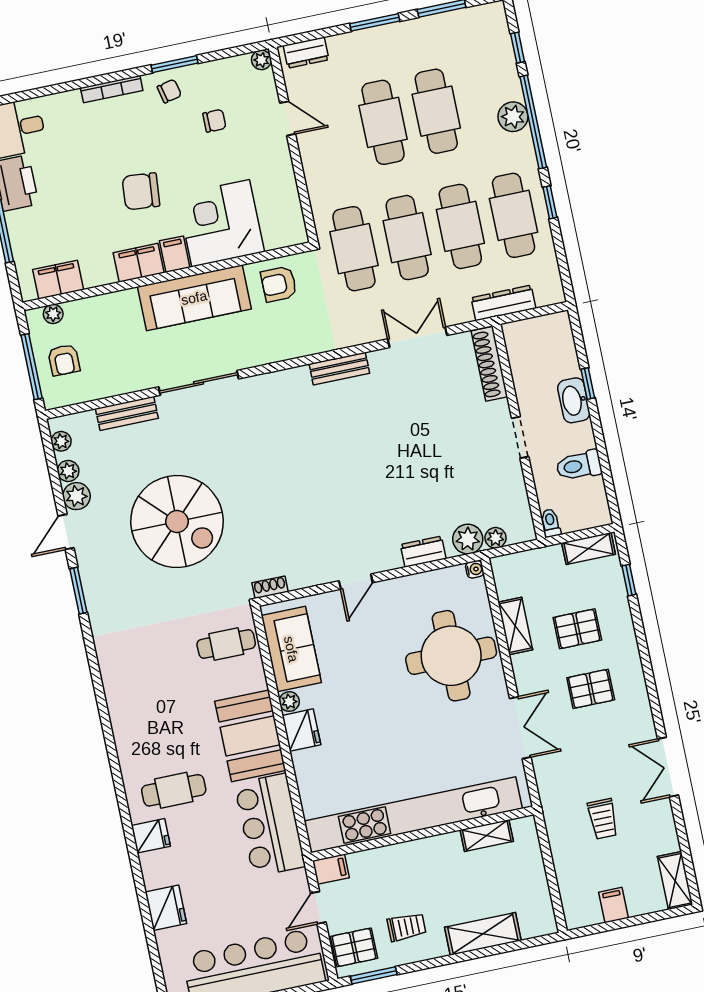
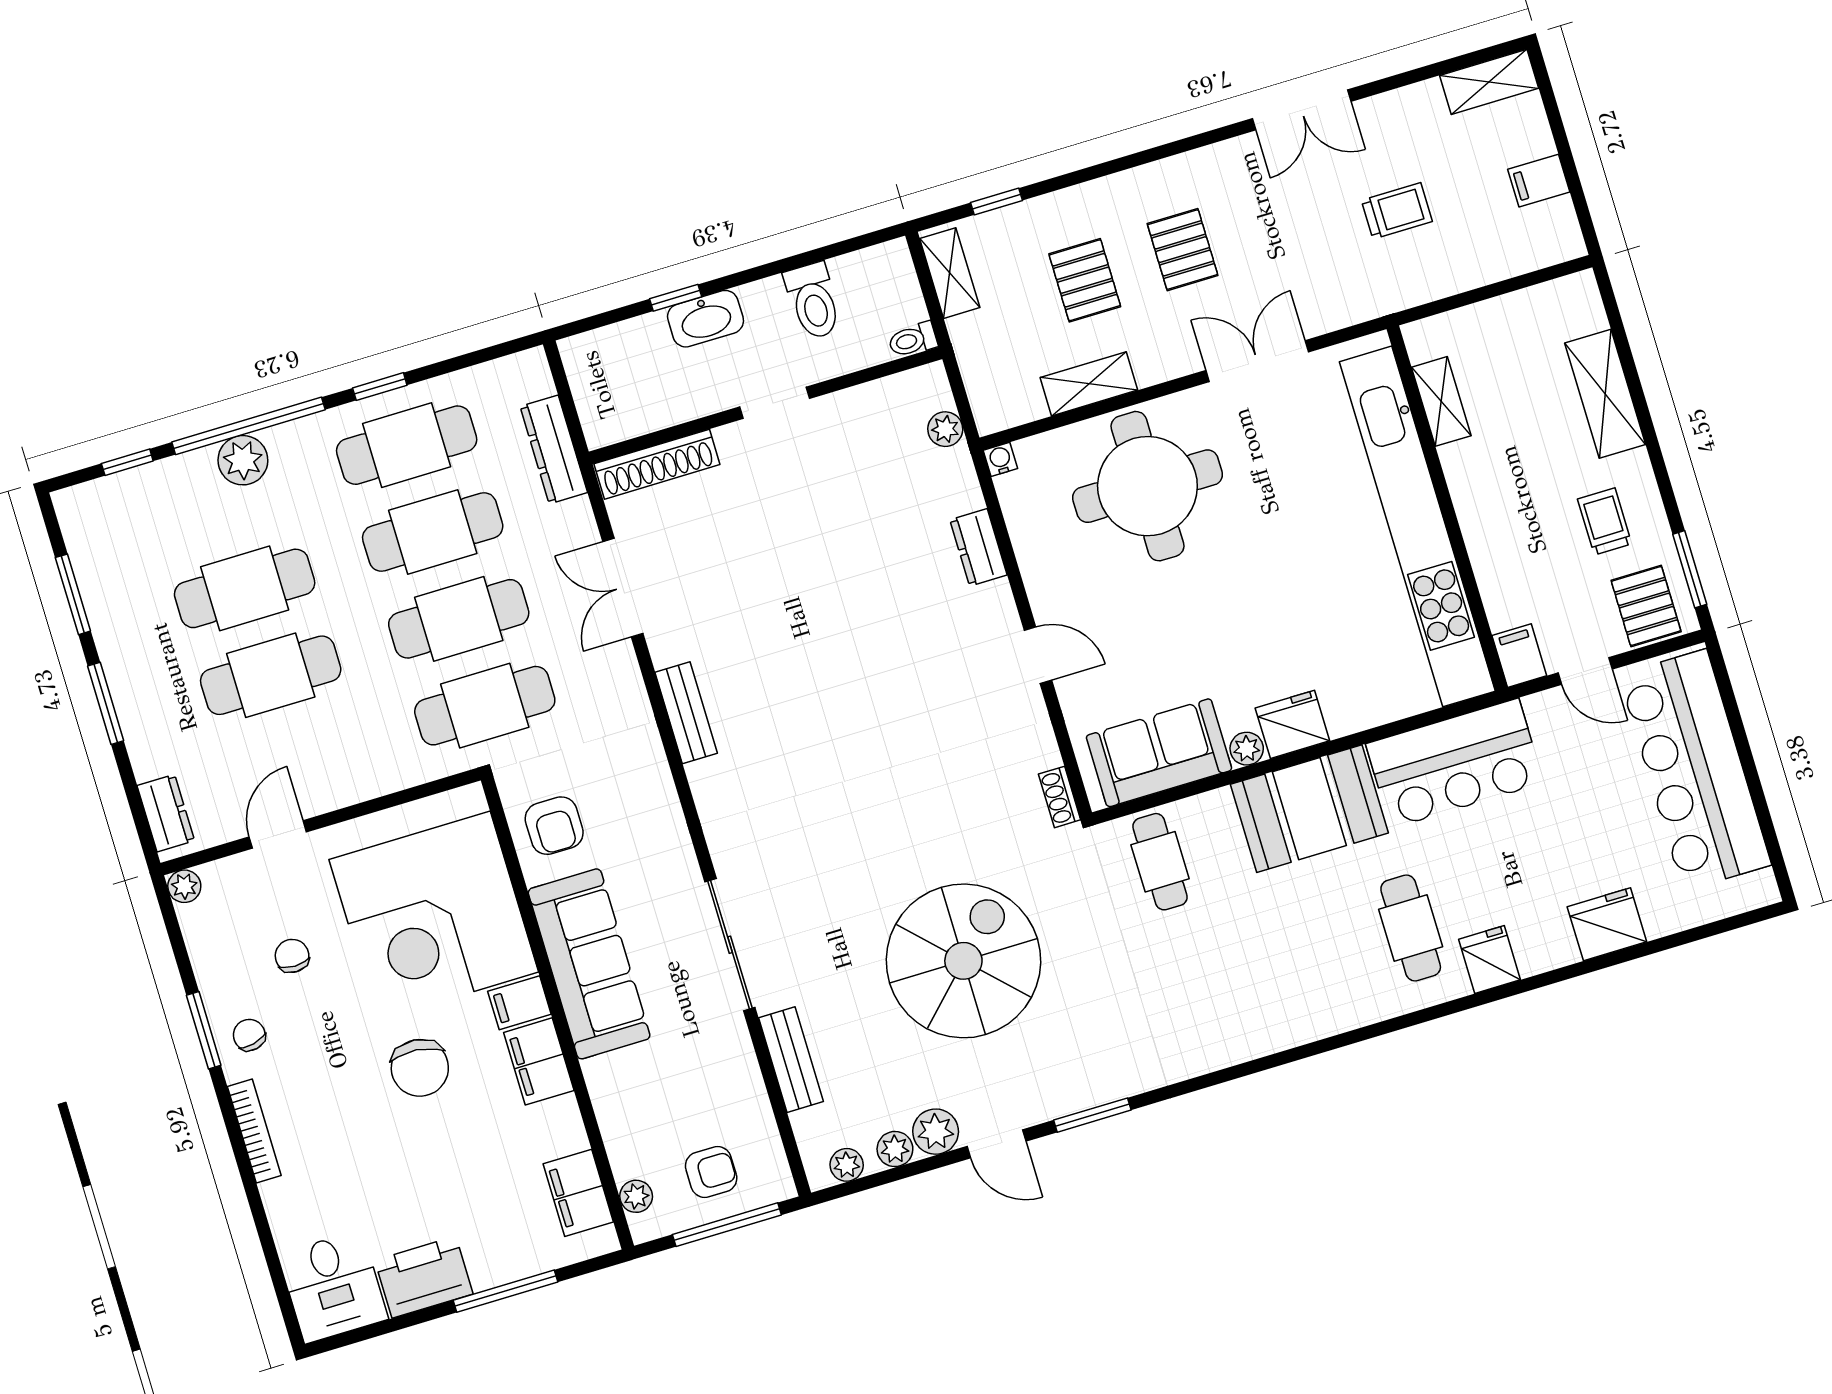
corner desk: (221, 223) -> (434, 916), width x1.36, depth x1.36
plant: (468, 539) -> (951, 475), removed

